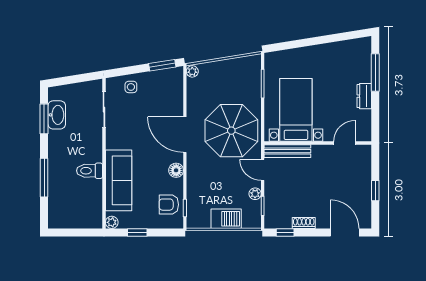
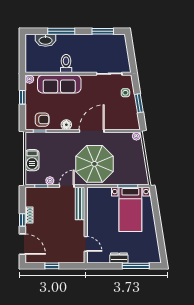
window: (162, 65) -> (139, 103), moved
bed with nightstands: (296, 110) -> (130, 209), moved, turned 90
washbasin: (57, 115) -> (46, 40), moved
armchair: (169, 205) -> (42, 120), turned 90
window: (285, 232) -> (22, 220), moved
door: (345, 232) -> (22, 244), hinge flipped

